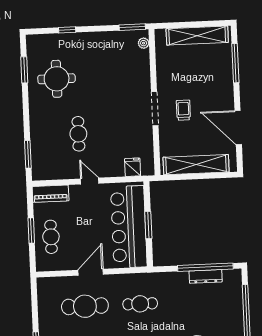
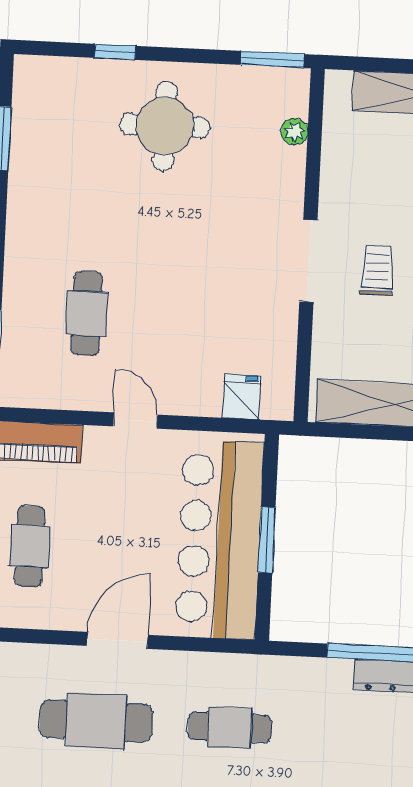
plant: (144, 43) -> (295, 132), moved
round table: (57, 79) -> (165, 126), moved
cafe table: (78, 134) -> (87, 314), moved

